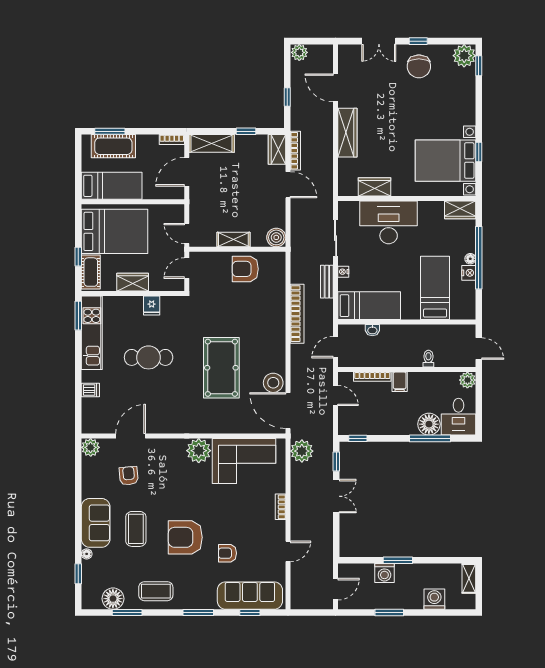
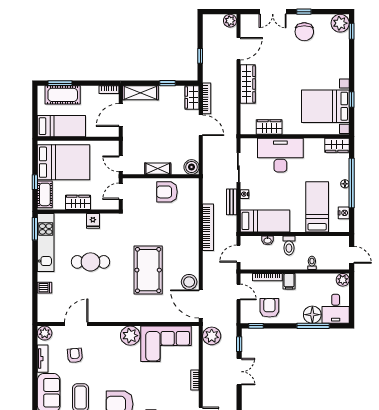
plant: (299, 52) -> (230, 21), moved
door: (336, 88) -> (238, 49), swing flipped
nightstand: (469, 273) -> (344, 213), moved
toilet: (399, 337) -> (289, 245), added
armchair: (375, 416) -> (269, 308), added
tv unit: (88, 480) -> (43, 359), added

